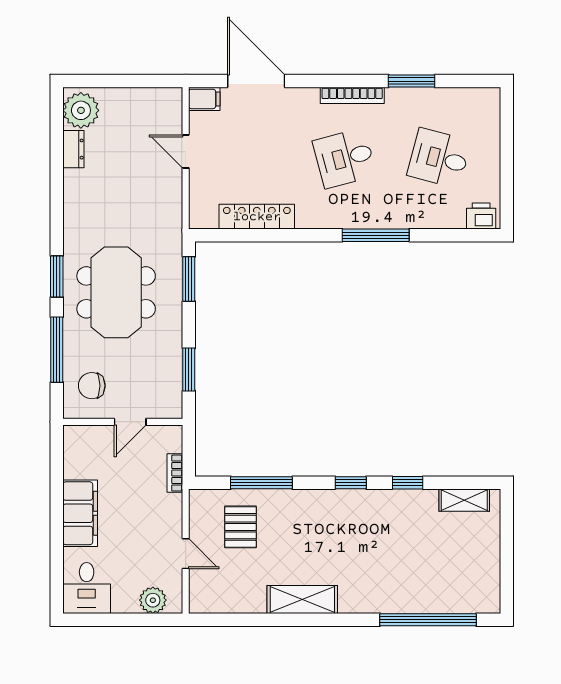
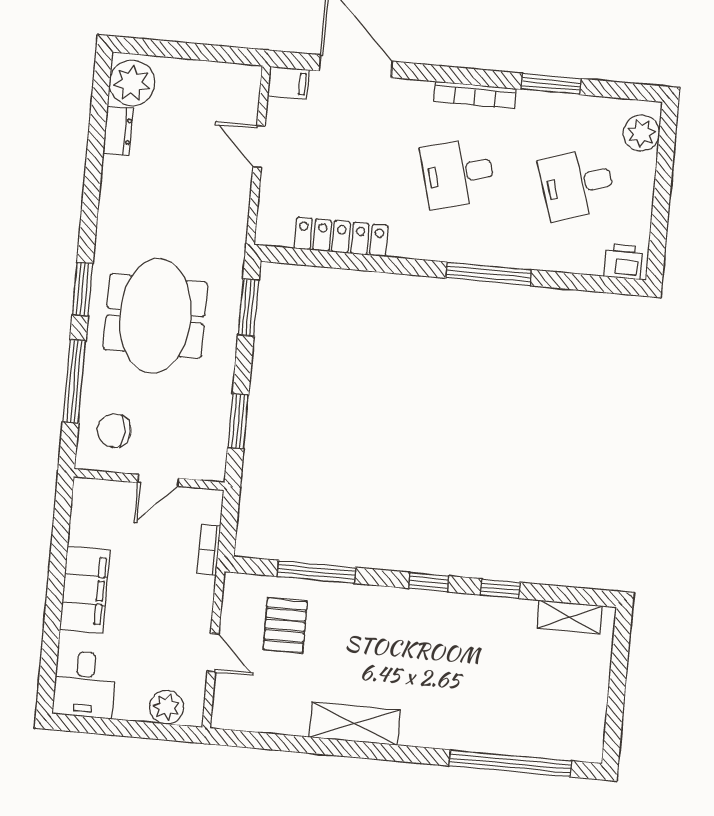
plant: (486, 113) -> (641, 133), added
desk: (439, 158) -> (577, 184), turned -33

